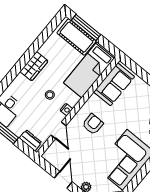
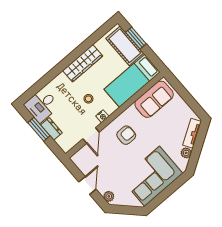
window: (86, 28) -> (136, 38), width x0.69
wardrobe: (34, 66) -> (83, 63), width x1.50
dresser: (30, 140) -> (51, 129), moved

